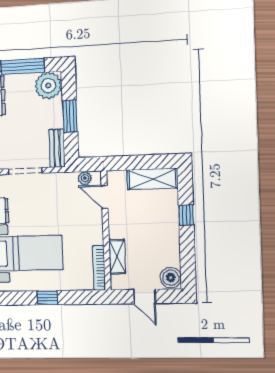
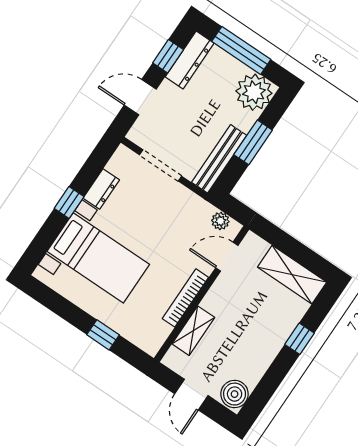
bench: (57, 148) -> (219, 159), width x1.36
door: (105, 197) -> (227, 257), hinge flipped
bookcase: (99, 268) -> (185, 298), moved
window: (47, 298) -> (103, 335), moved

